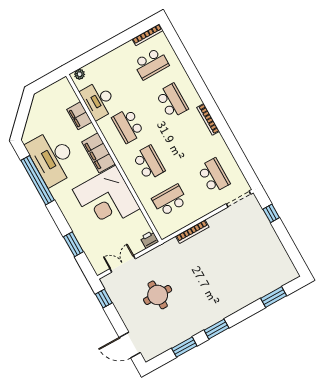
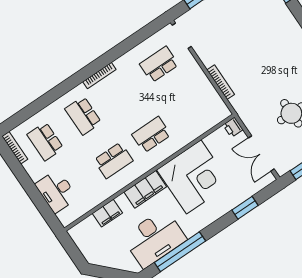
school desk: (151, 64) -> (45, 141), turned 180
plant: (80, 74) -> (63, 217), removed
desk: (99, 100) -> (56, 191), moved, turned 90
school desk: (172, 101) -> (83, 116), turned -90
school desk: (170, 200) -> (189, 109), removed
double door: (123, 264) -> (261, 153), width x1.37

